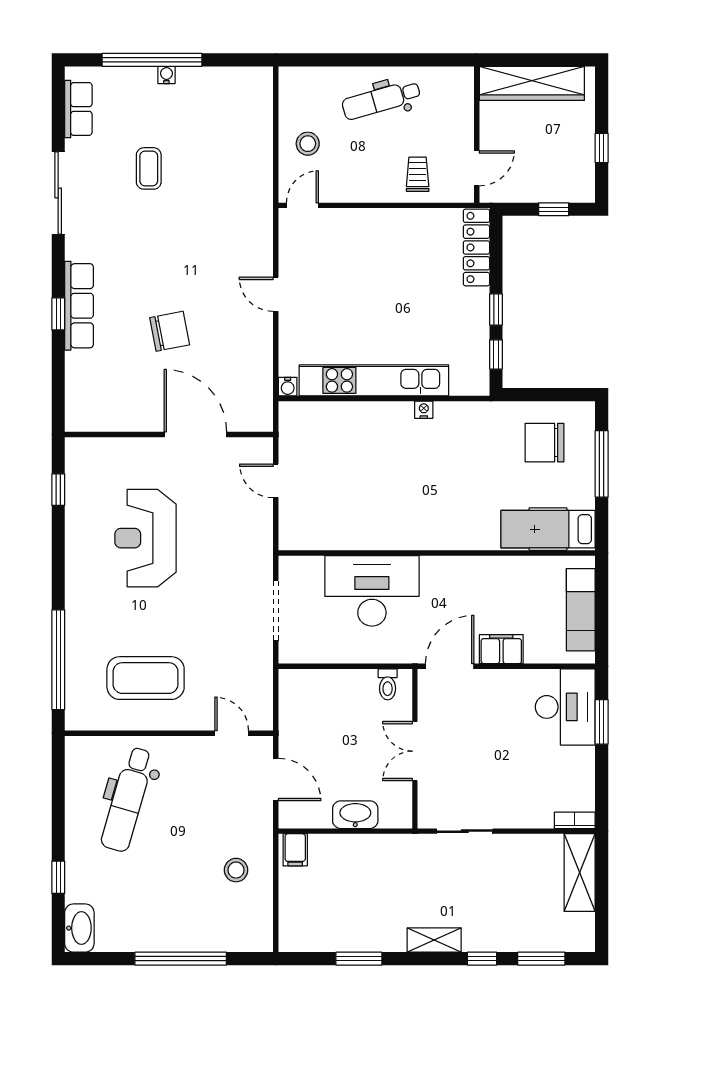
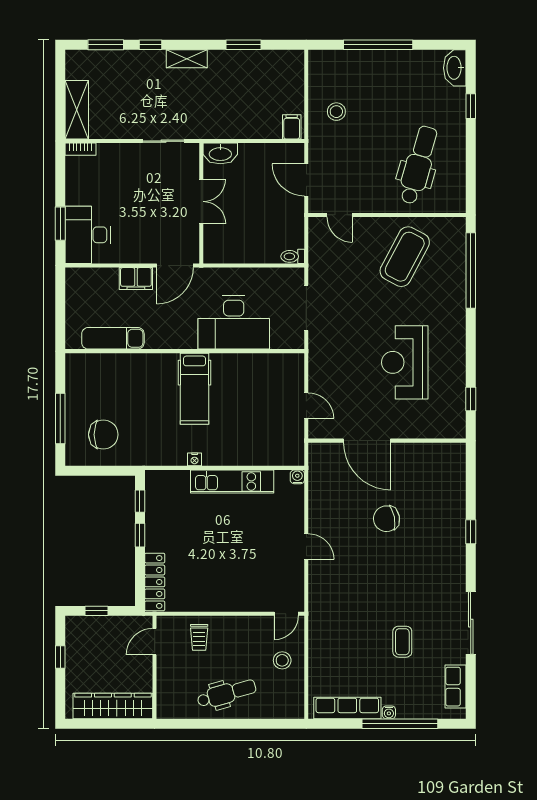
row of seats: (79, 306) -> (347, 708), moved, turned 90
kitchen unit: (374, 380) -> (232, 482), width x0.73
hospital bed: (548, 529) -> (194, 389), moved, turned 90
reception desk: (145, 538) -> (405, 362), turned 180
exam couch: (581, 610) -> (113, 338), moved, turned -90
coffee table: (146, 678) -> (405, 257), turned -62
toilet: (388, 684) -> (293, 256), moved, turned -90
washbasin: (355, 815) -> (220, 153), moved

